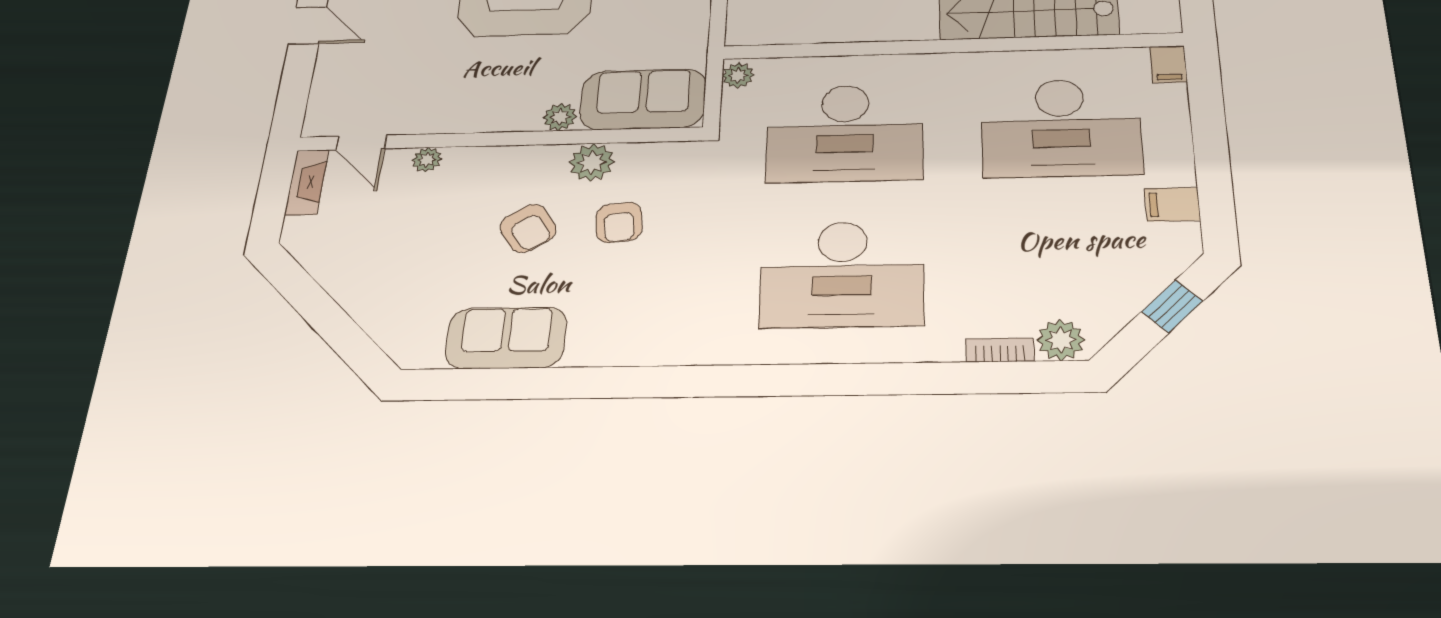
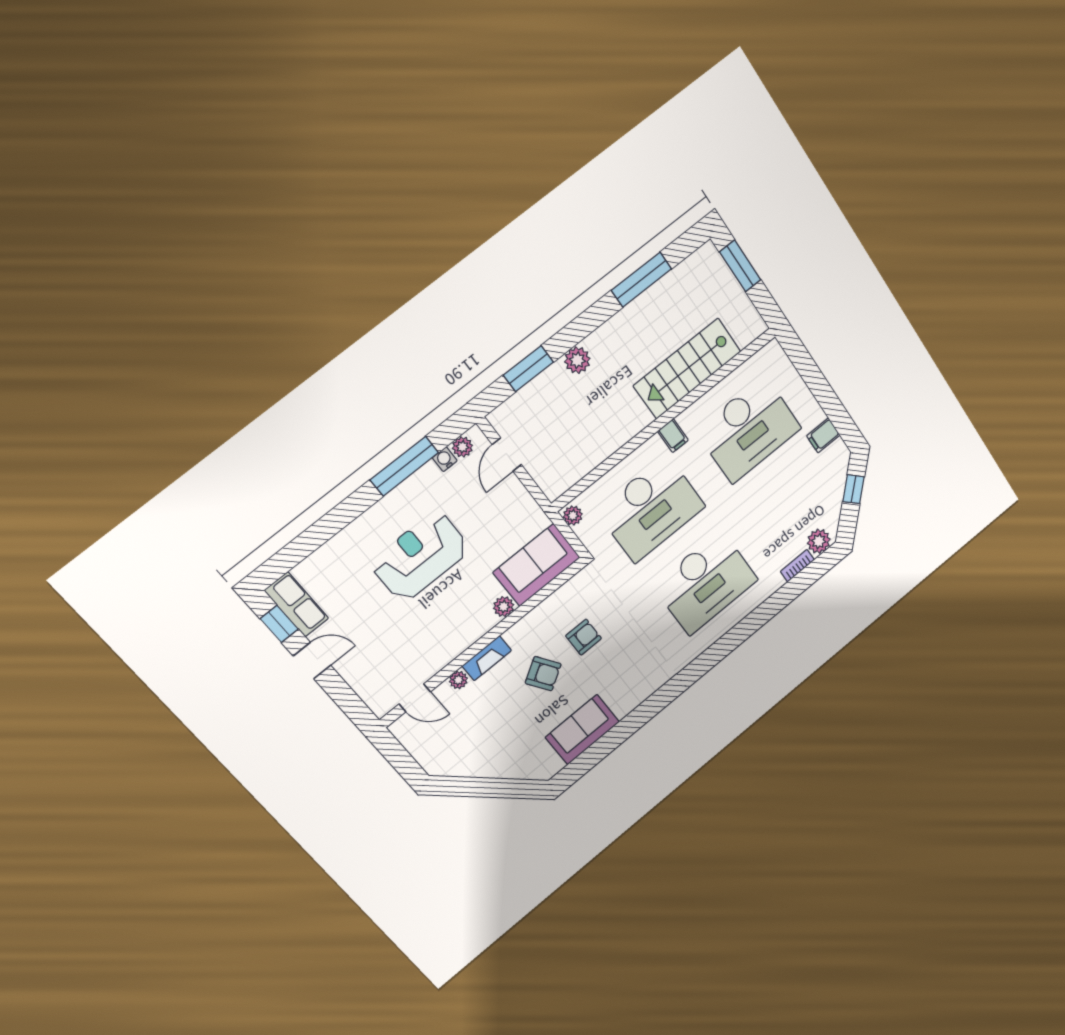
filing cabinet: (1168, 64) -> (673, 436), moved
plant: (592, 162) -> (542, 618), removed
fireplace: (307, 182) -> (487, 658), moved, turned 90
armchair: (619, 222) -> (584, 637), turned -84

